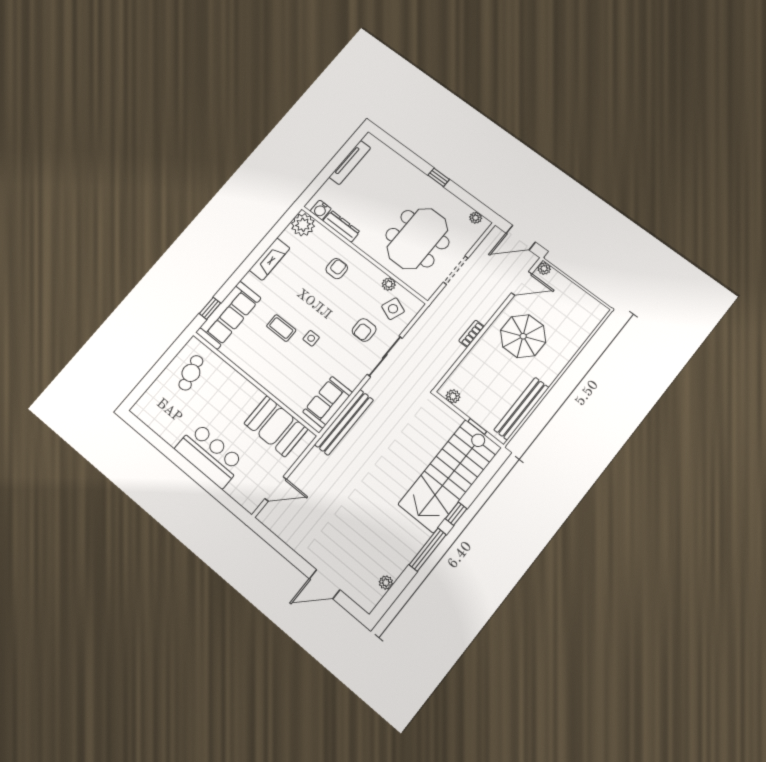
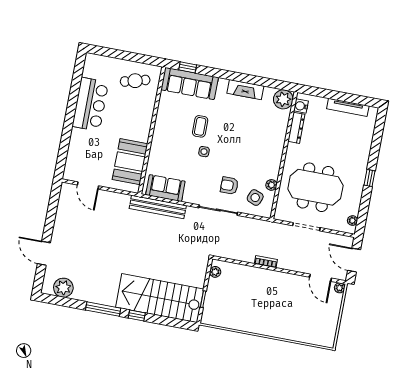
armchair: (337, 269) -> (264, 142), removed
parasol: (523, 336) -> (283, 298), removed
bench: (521, 409) -> (231, 323), removed
bar counter: (210, 455) -> (90, 104), moved
plant: (386, 583) -> (63, 288), width x1.88, depth x1.88

